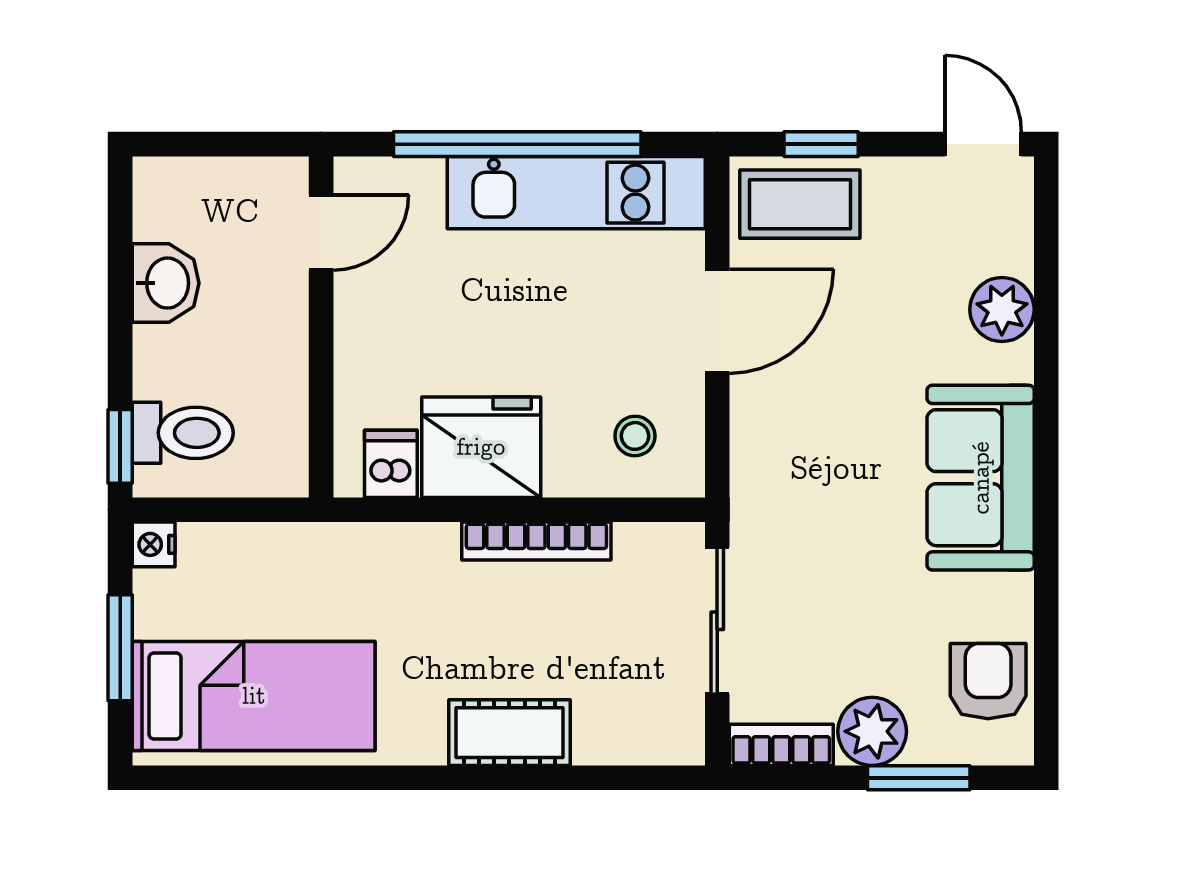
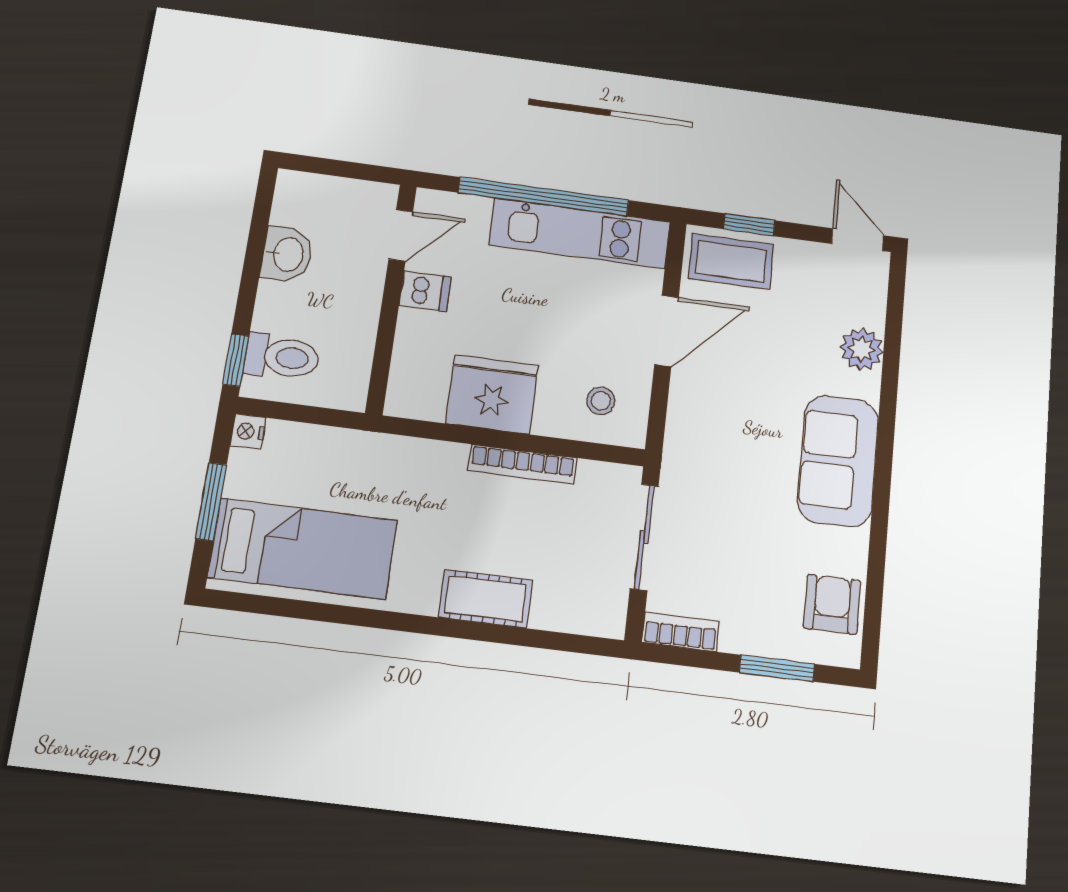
dishwasher: (391, 464) -> (425, 291), moved, turned 90
plant: (872, 731) -> (747, 630), removed

